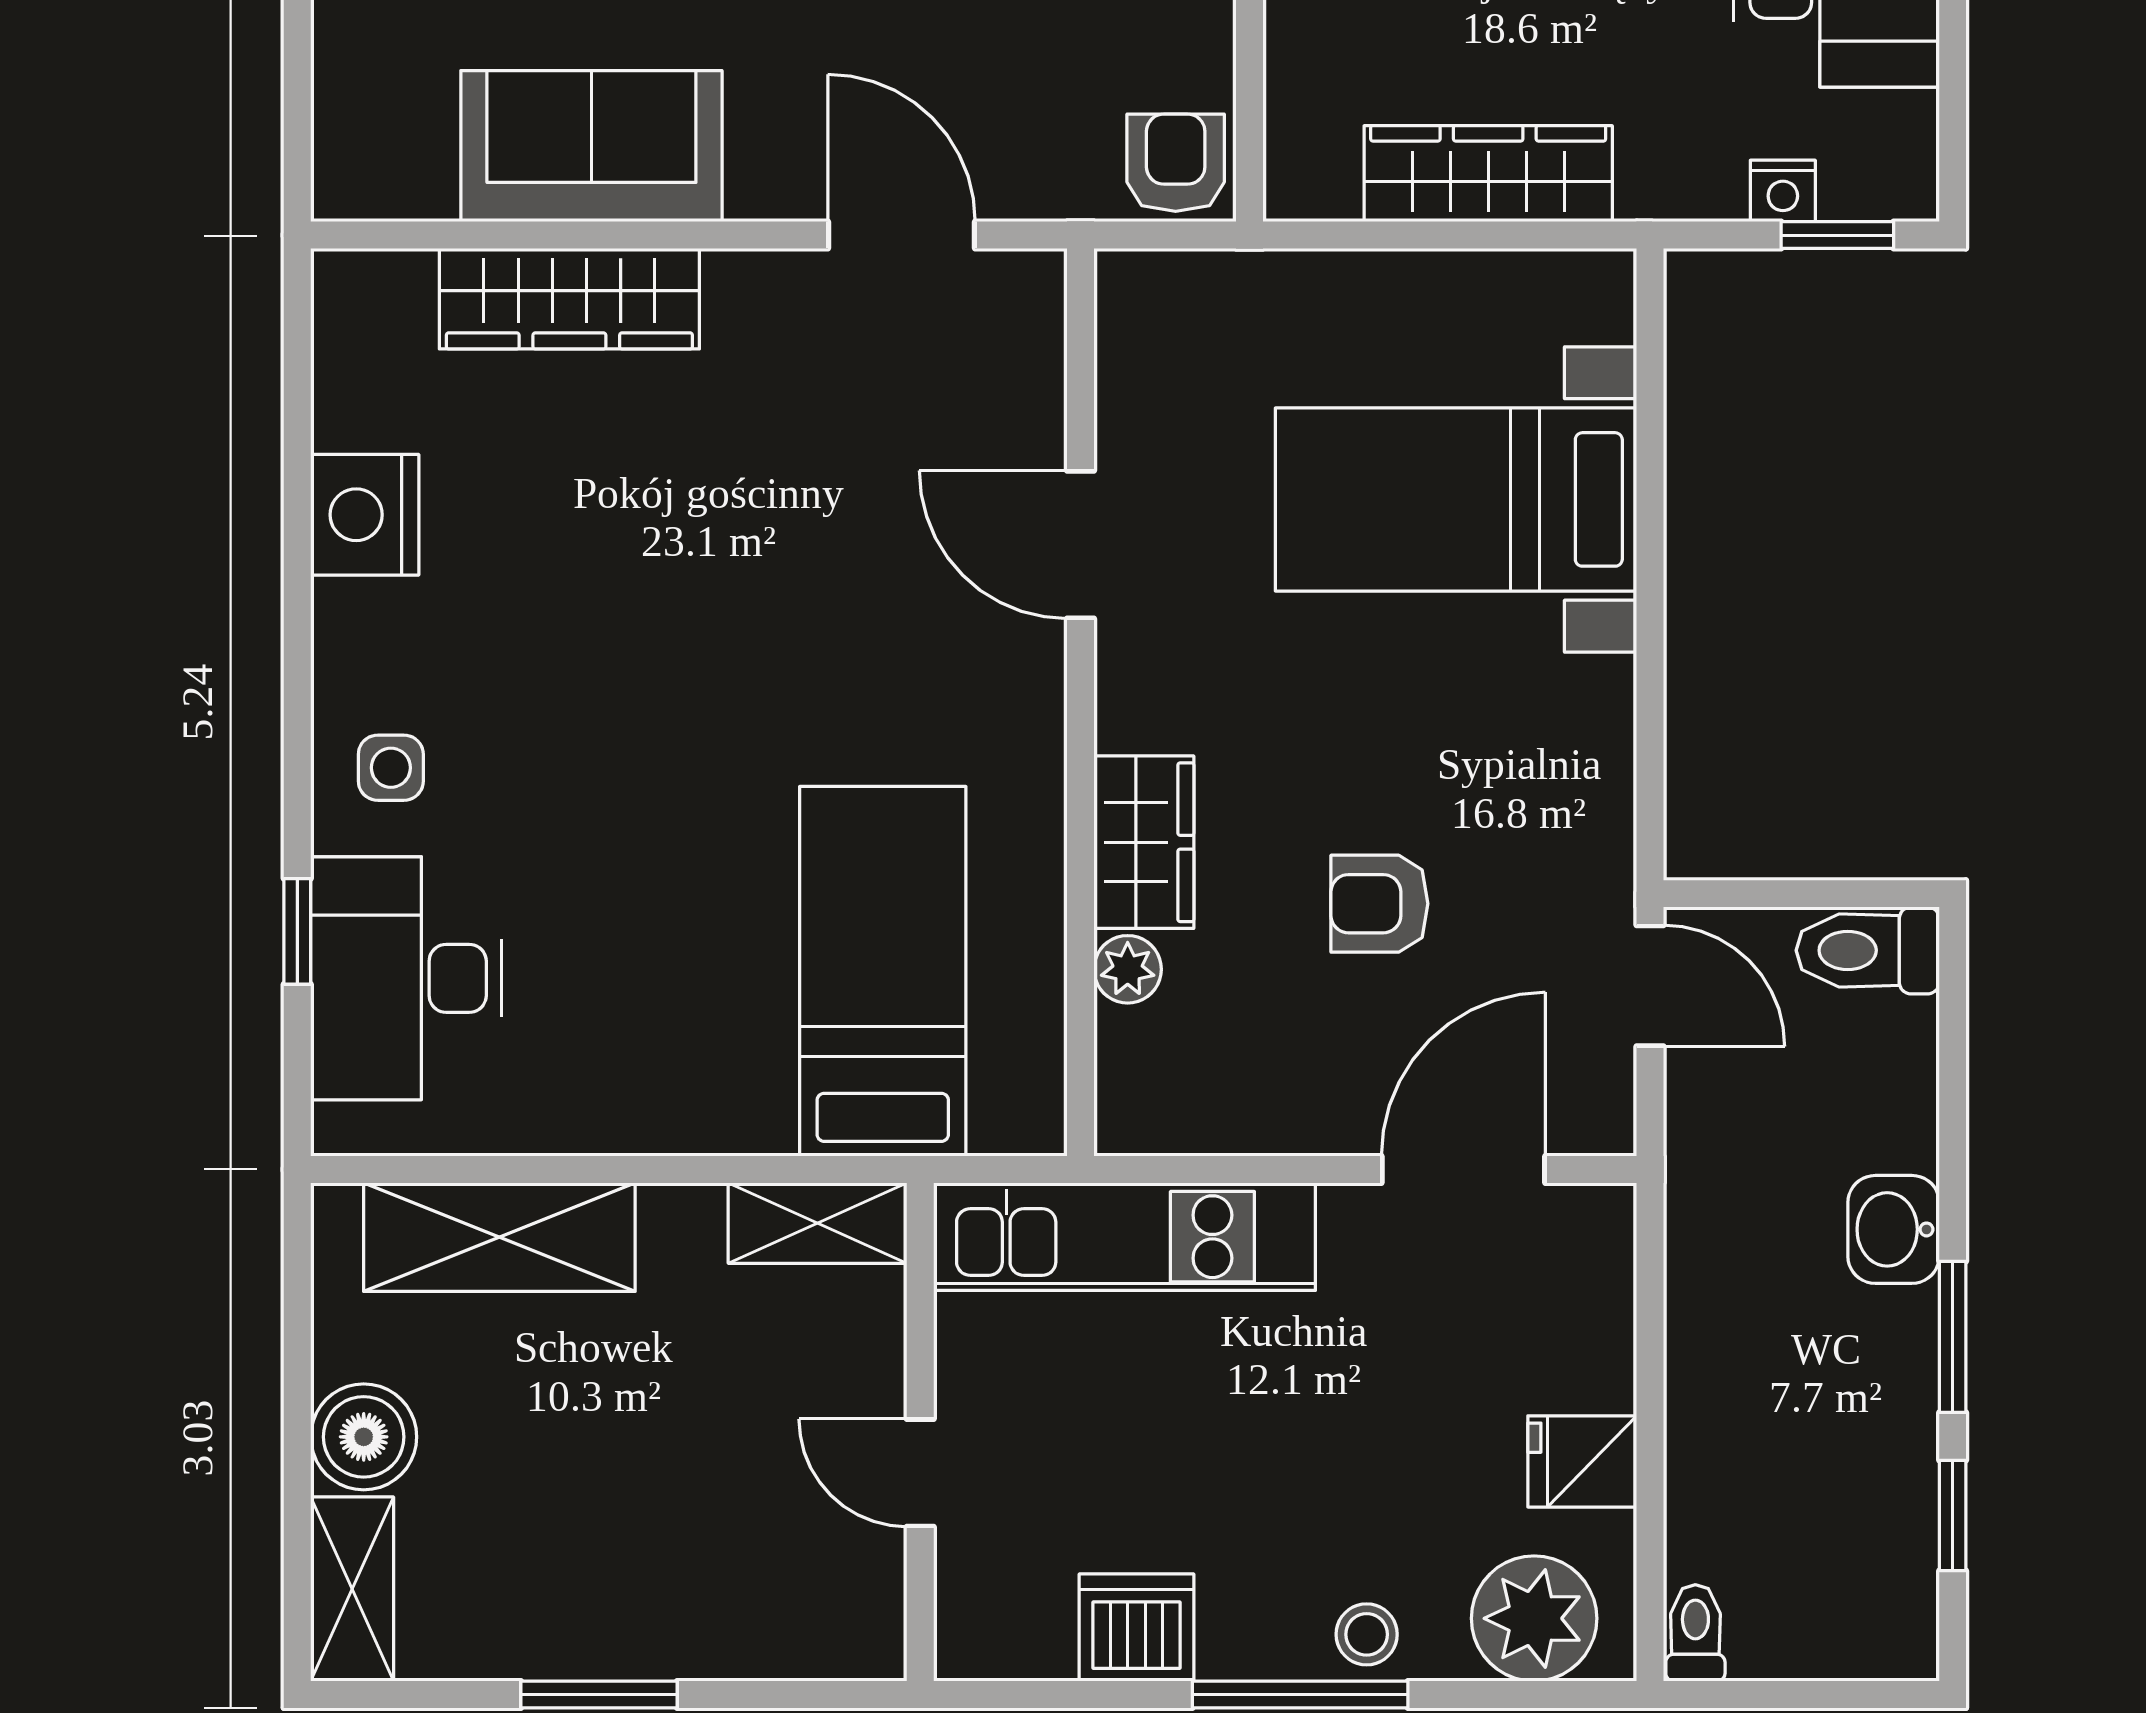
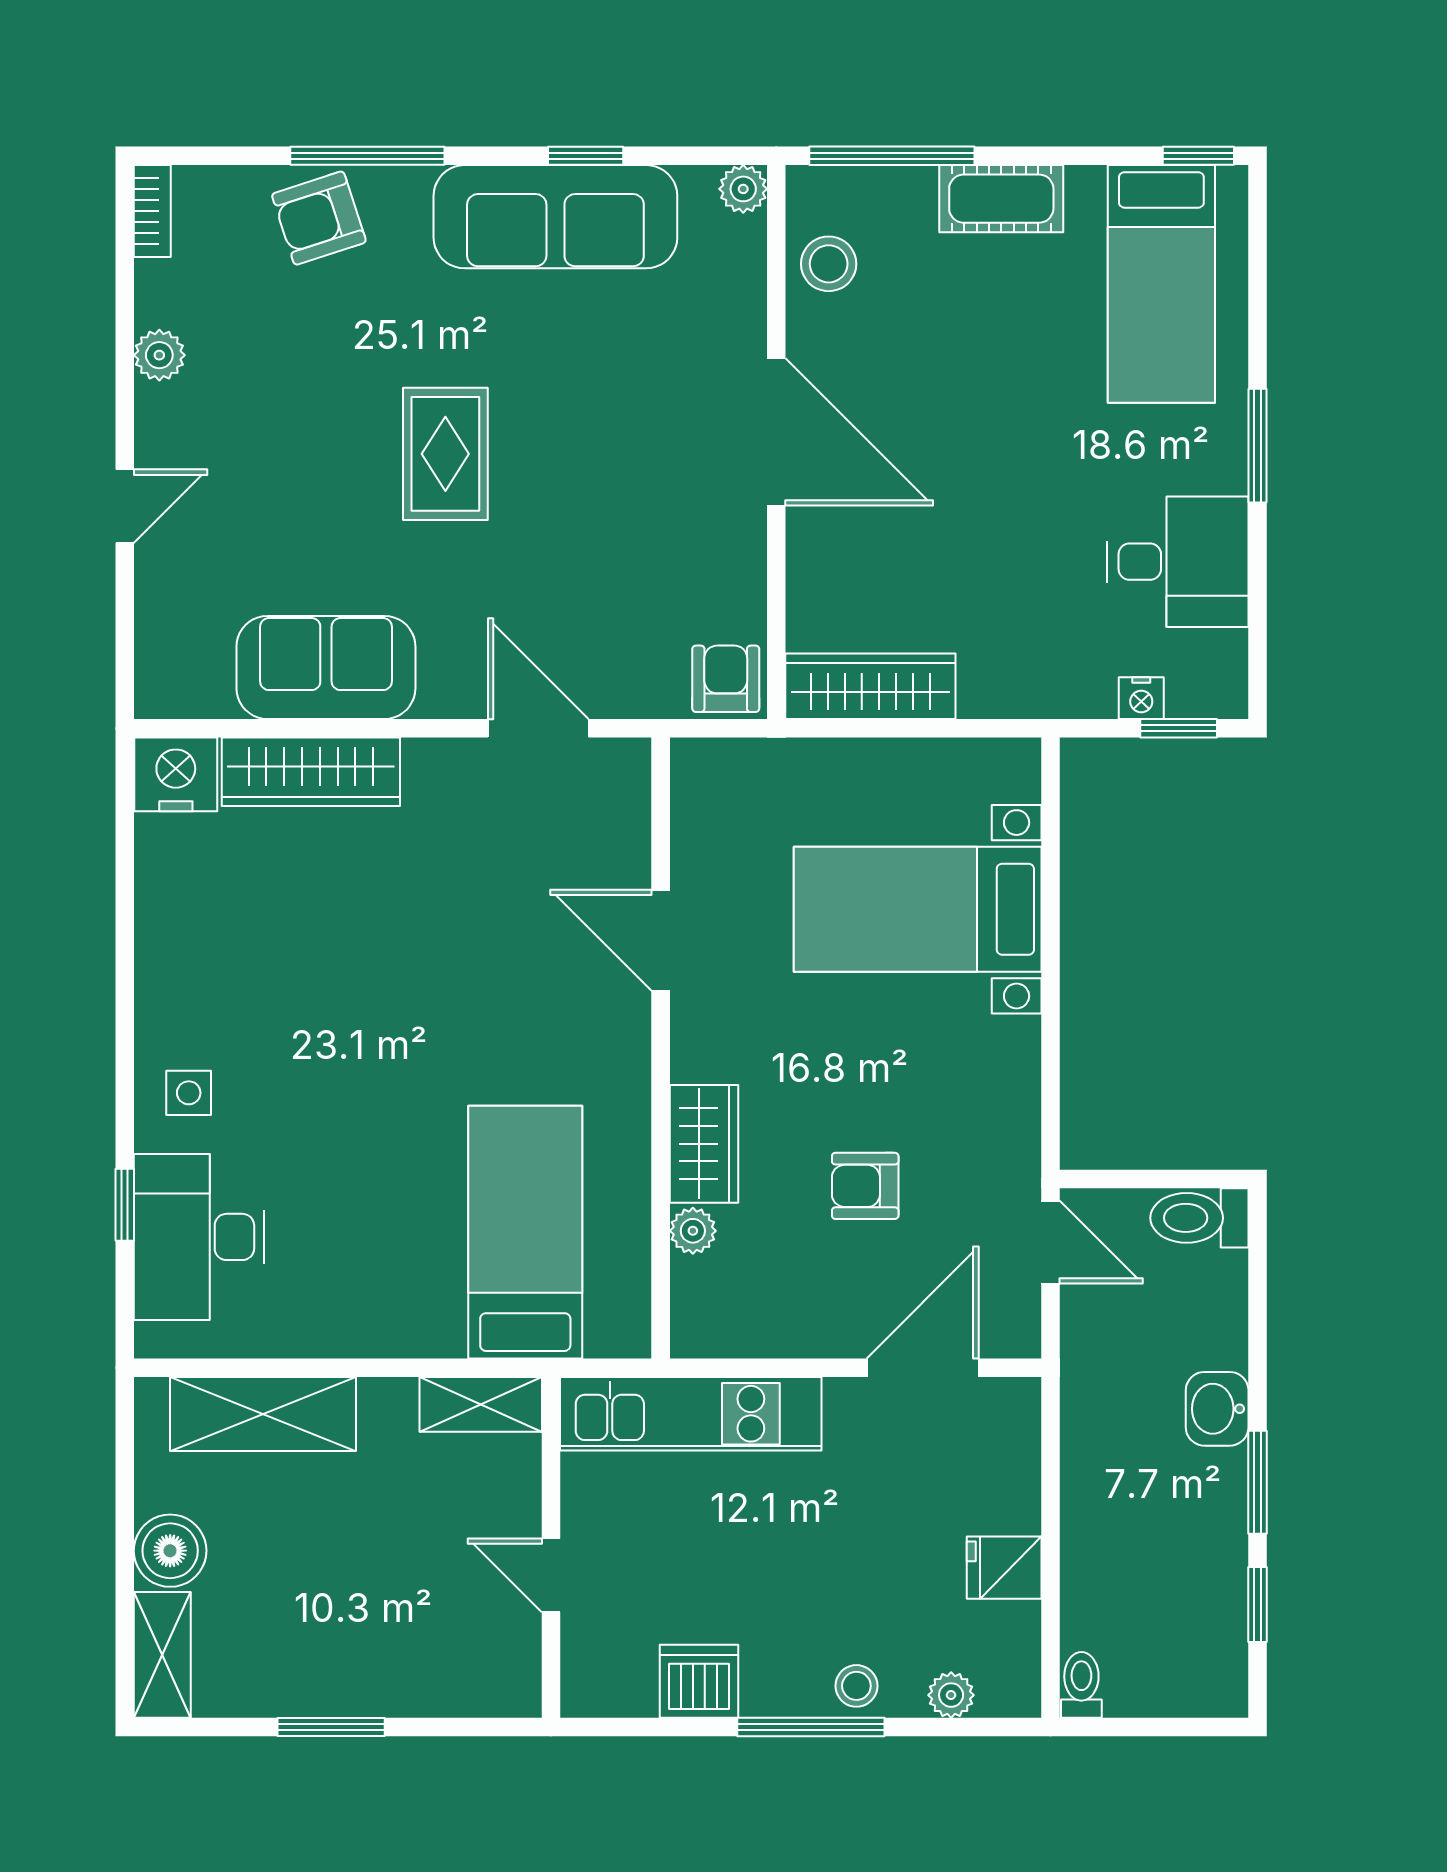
wardrobe: (1488, 174) -> (870, 686), moved
nightstand: (365, 515) -> (176, 774), moved, turned 90
plant: (1534, 1618) -> (951, 1695), width x0.53, depth x0.53

